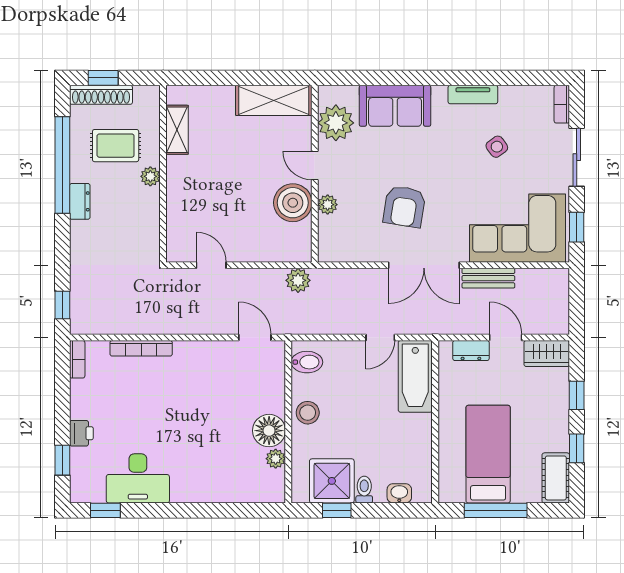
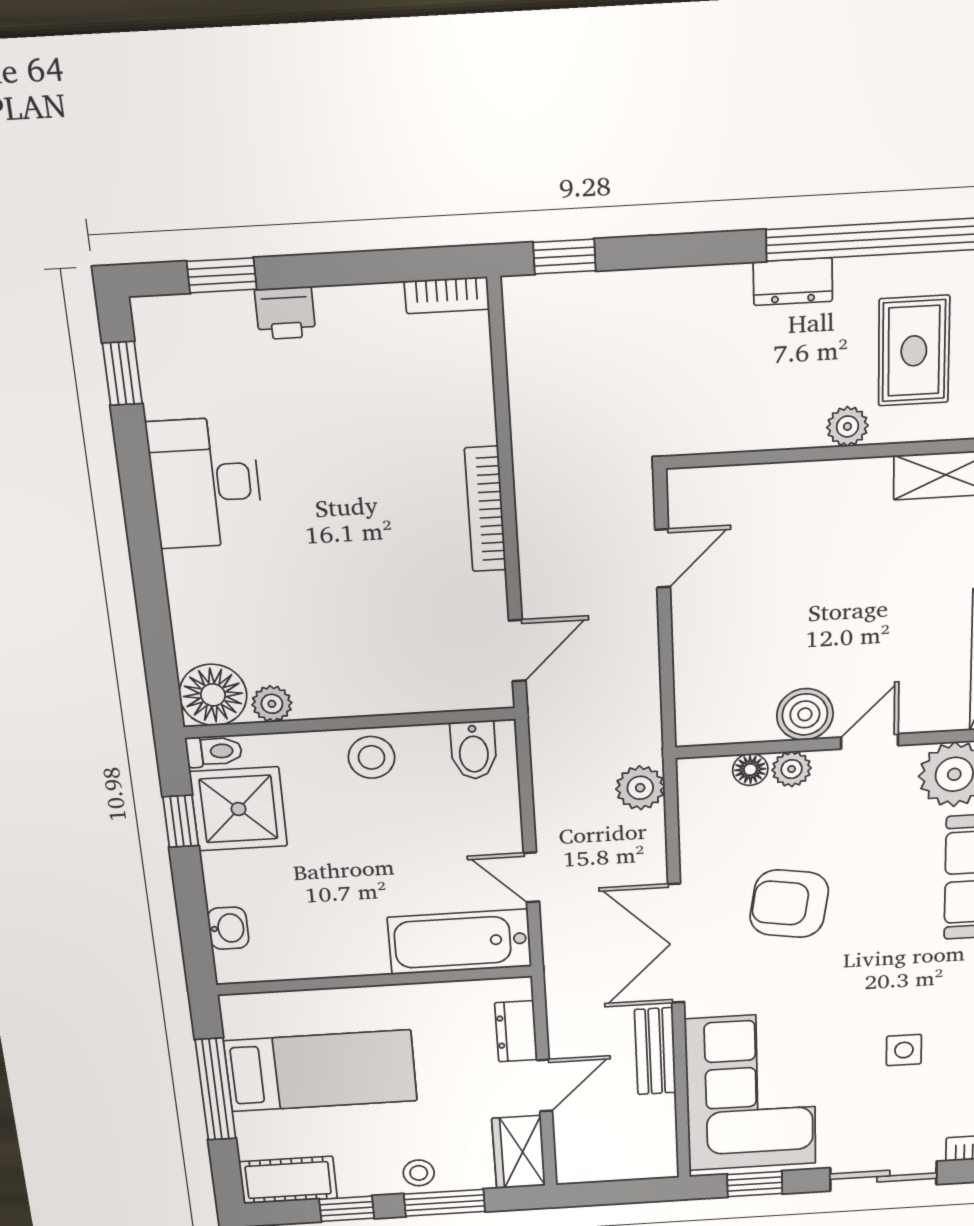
side table: (497, 147) -> (904, 1050), turned 37
boiler: (293, 203) -> (805, 714), width x0.73, depth x0.73
floor lamp: (326, 225) -> (750, 769), added
plant: (298, 280) -> (640, 788), moved
bookcase: (141, 348) -> (485, 509), moved
window: (577, 395) -> (444, 1203), width x1.50
stool: (556, 408) -> (419, 1173), added
floor lamp: (269, 431) -> (213, 695), moved
desk: (138, 478) -> (205, 483), moved
toilet: (364, 490) -> (214, 751), moved

